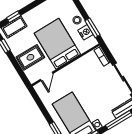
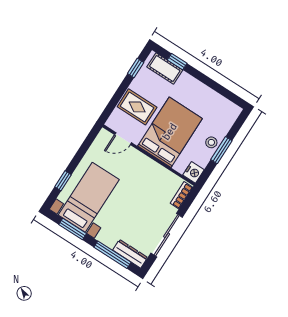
window: (93, 28) -> (221, 150), moved
nightstand: (85, 32) -> (193, 172), moved

